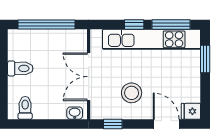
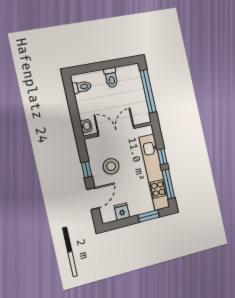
fridge: (191, 111) -> (122, 211), moved
window: (113, 124) -> (87, 169), moved

